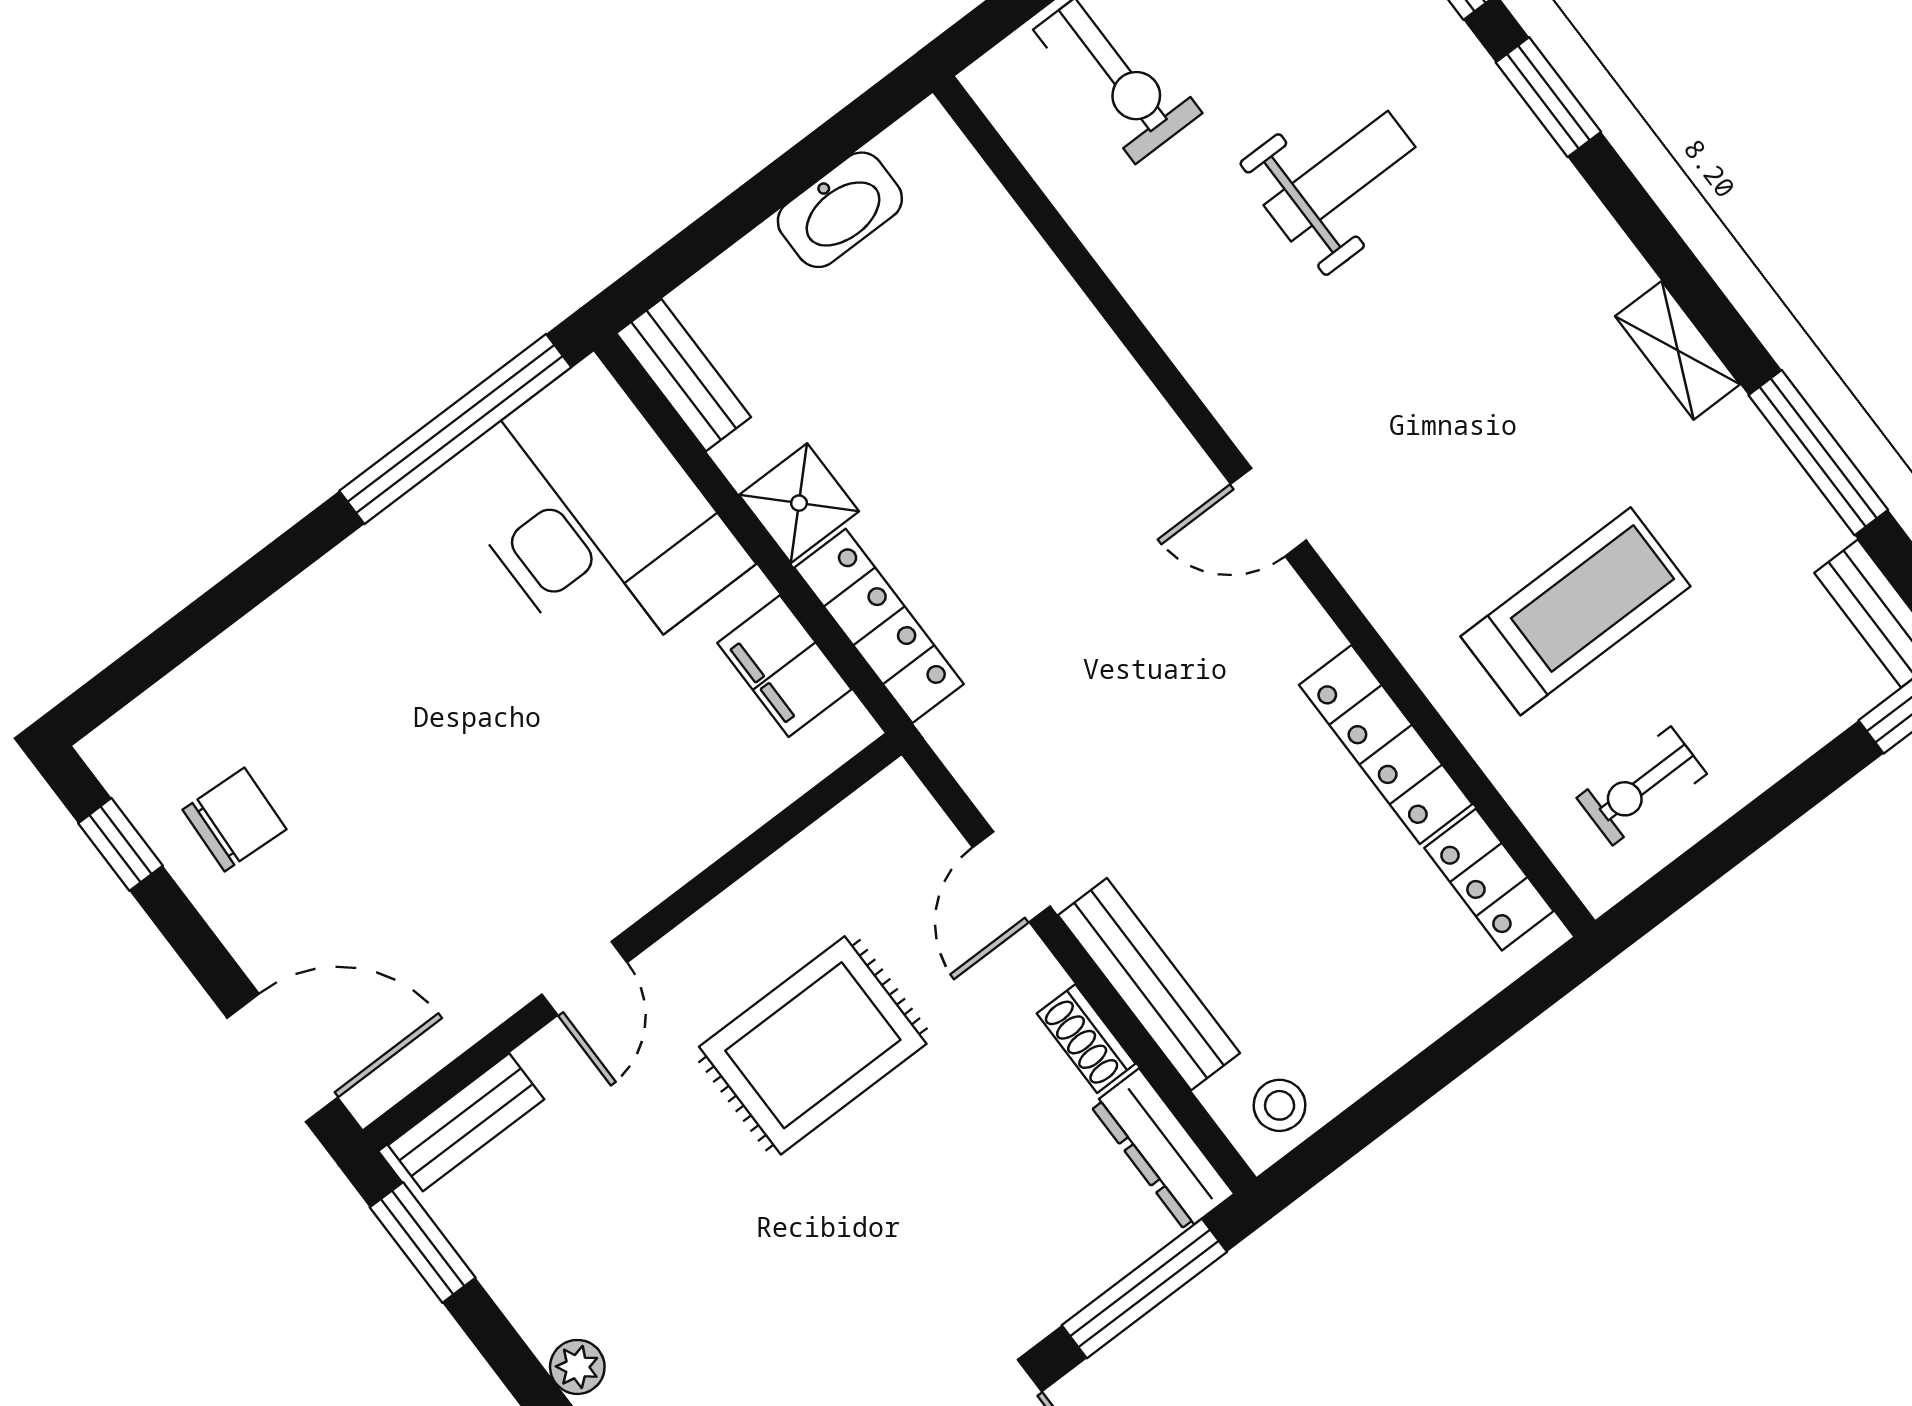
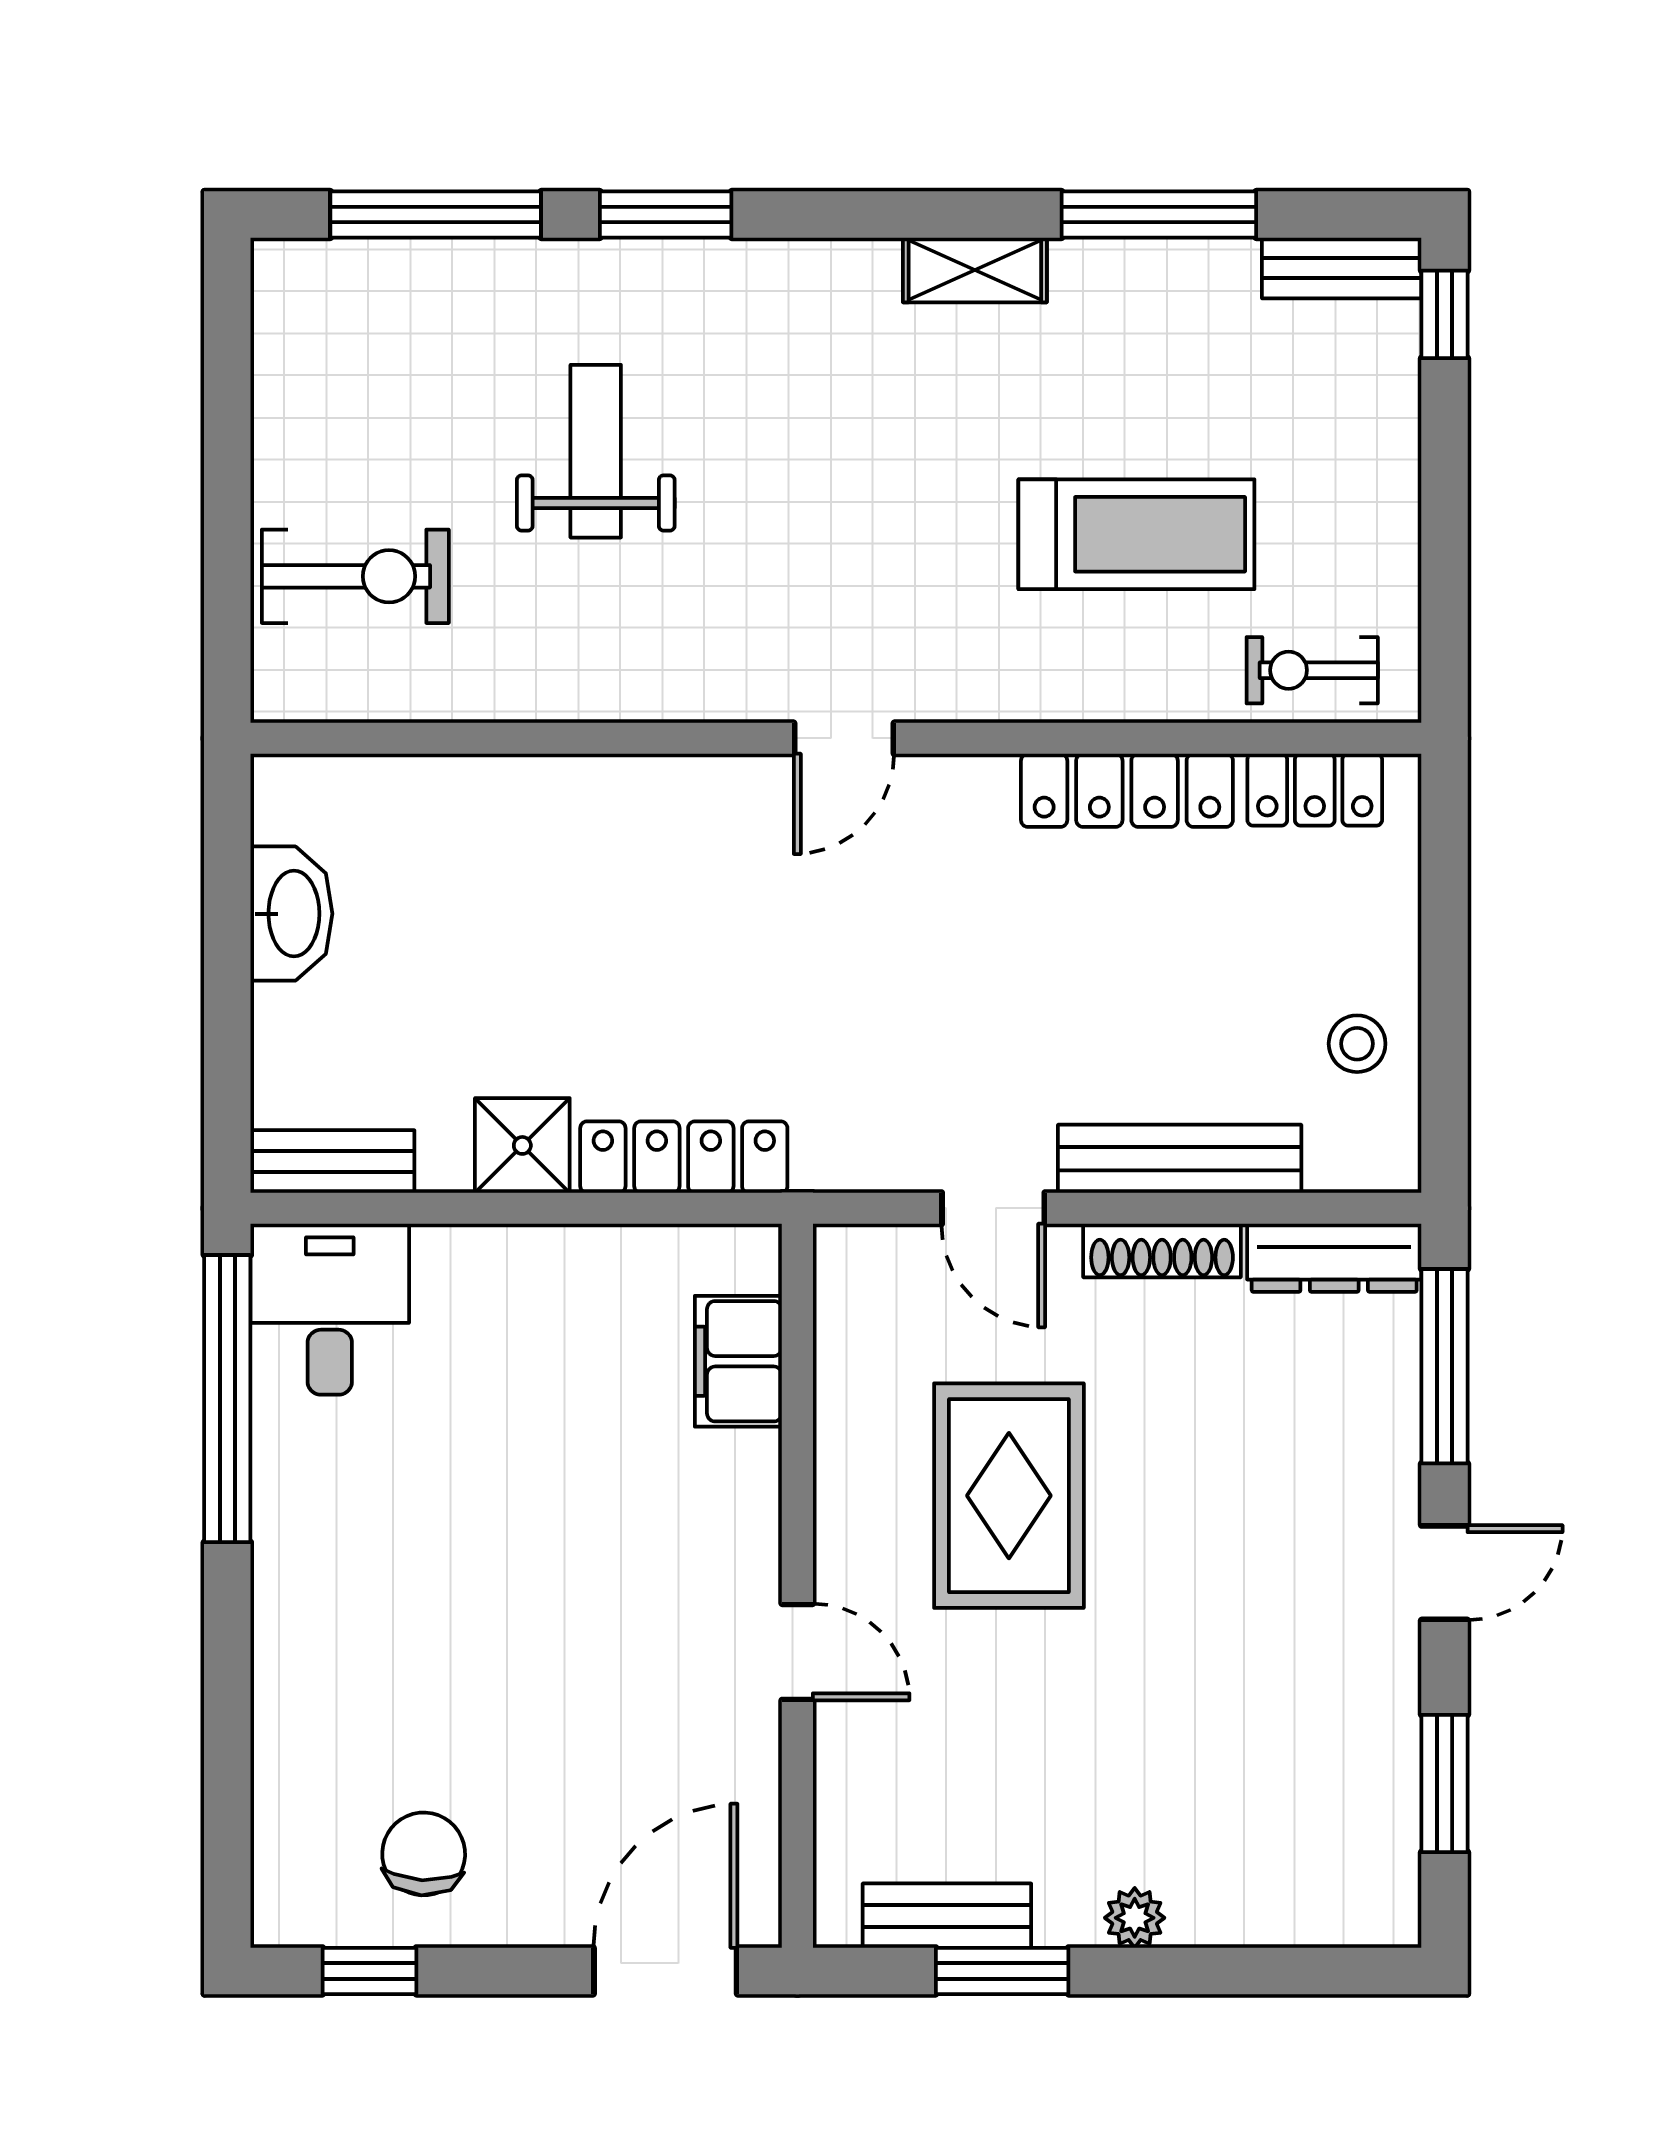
desk: (595, 518) -> (330, 1309), width x0.53, depth x0.77
treadmill: (1575, 611) -> (1136, 534), turned 90
filing cabinet: (784, 666) -> (738, 1361), moved, turned 90
exercise bike: (1642, 786) -> (1312, 670), moved, turned 90
shoe rack: (1086, 1039) -> (1162, 1250), width x1.43
stool: (1280, 1105) -> (1357, 1044), moved
bench: (466, 1122) -> (947, 1916), moved, turned 90
window: (423, 1243) -> (1002, 1971), moved

